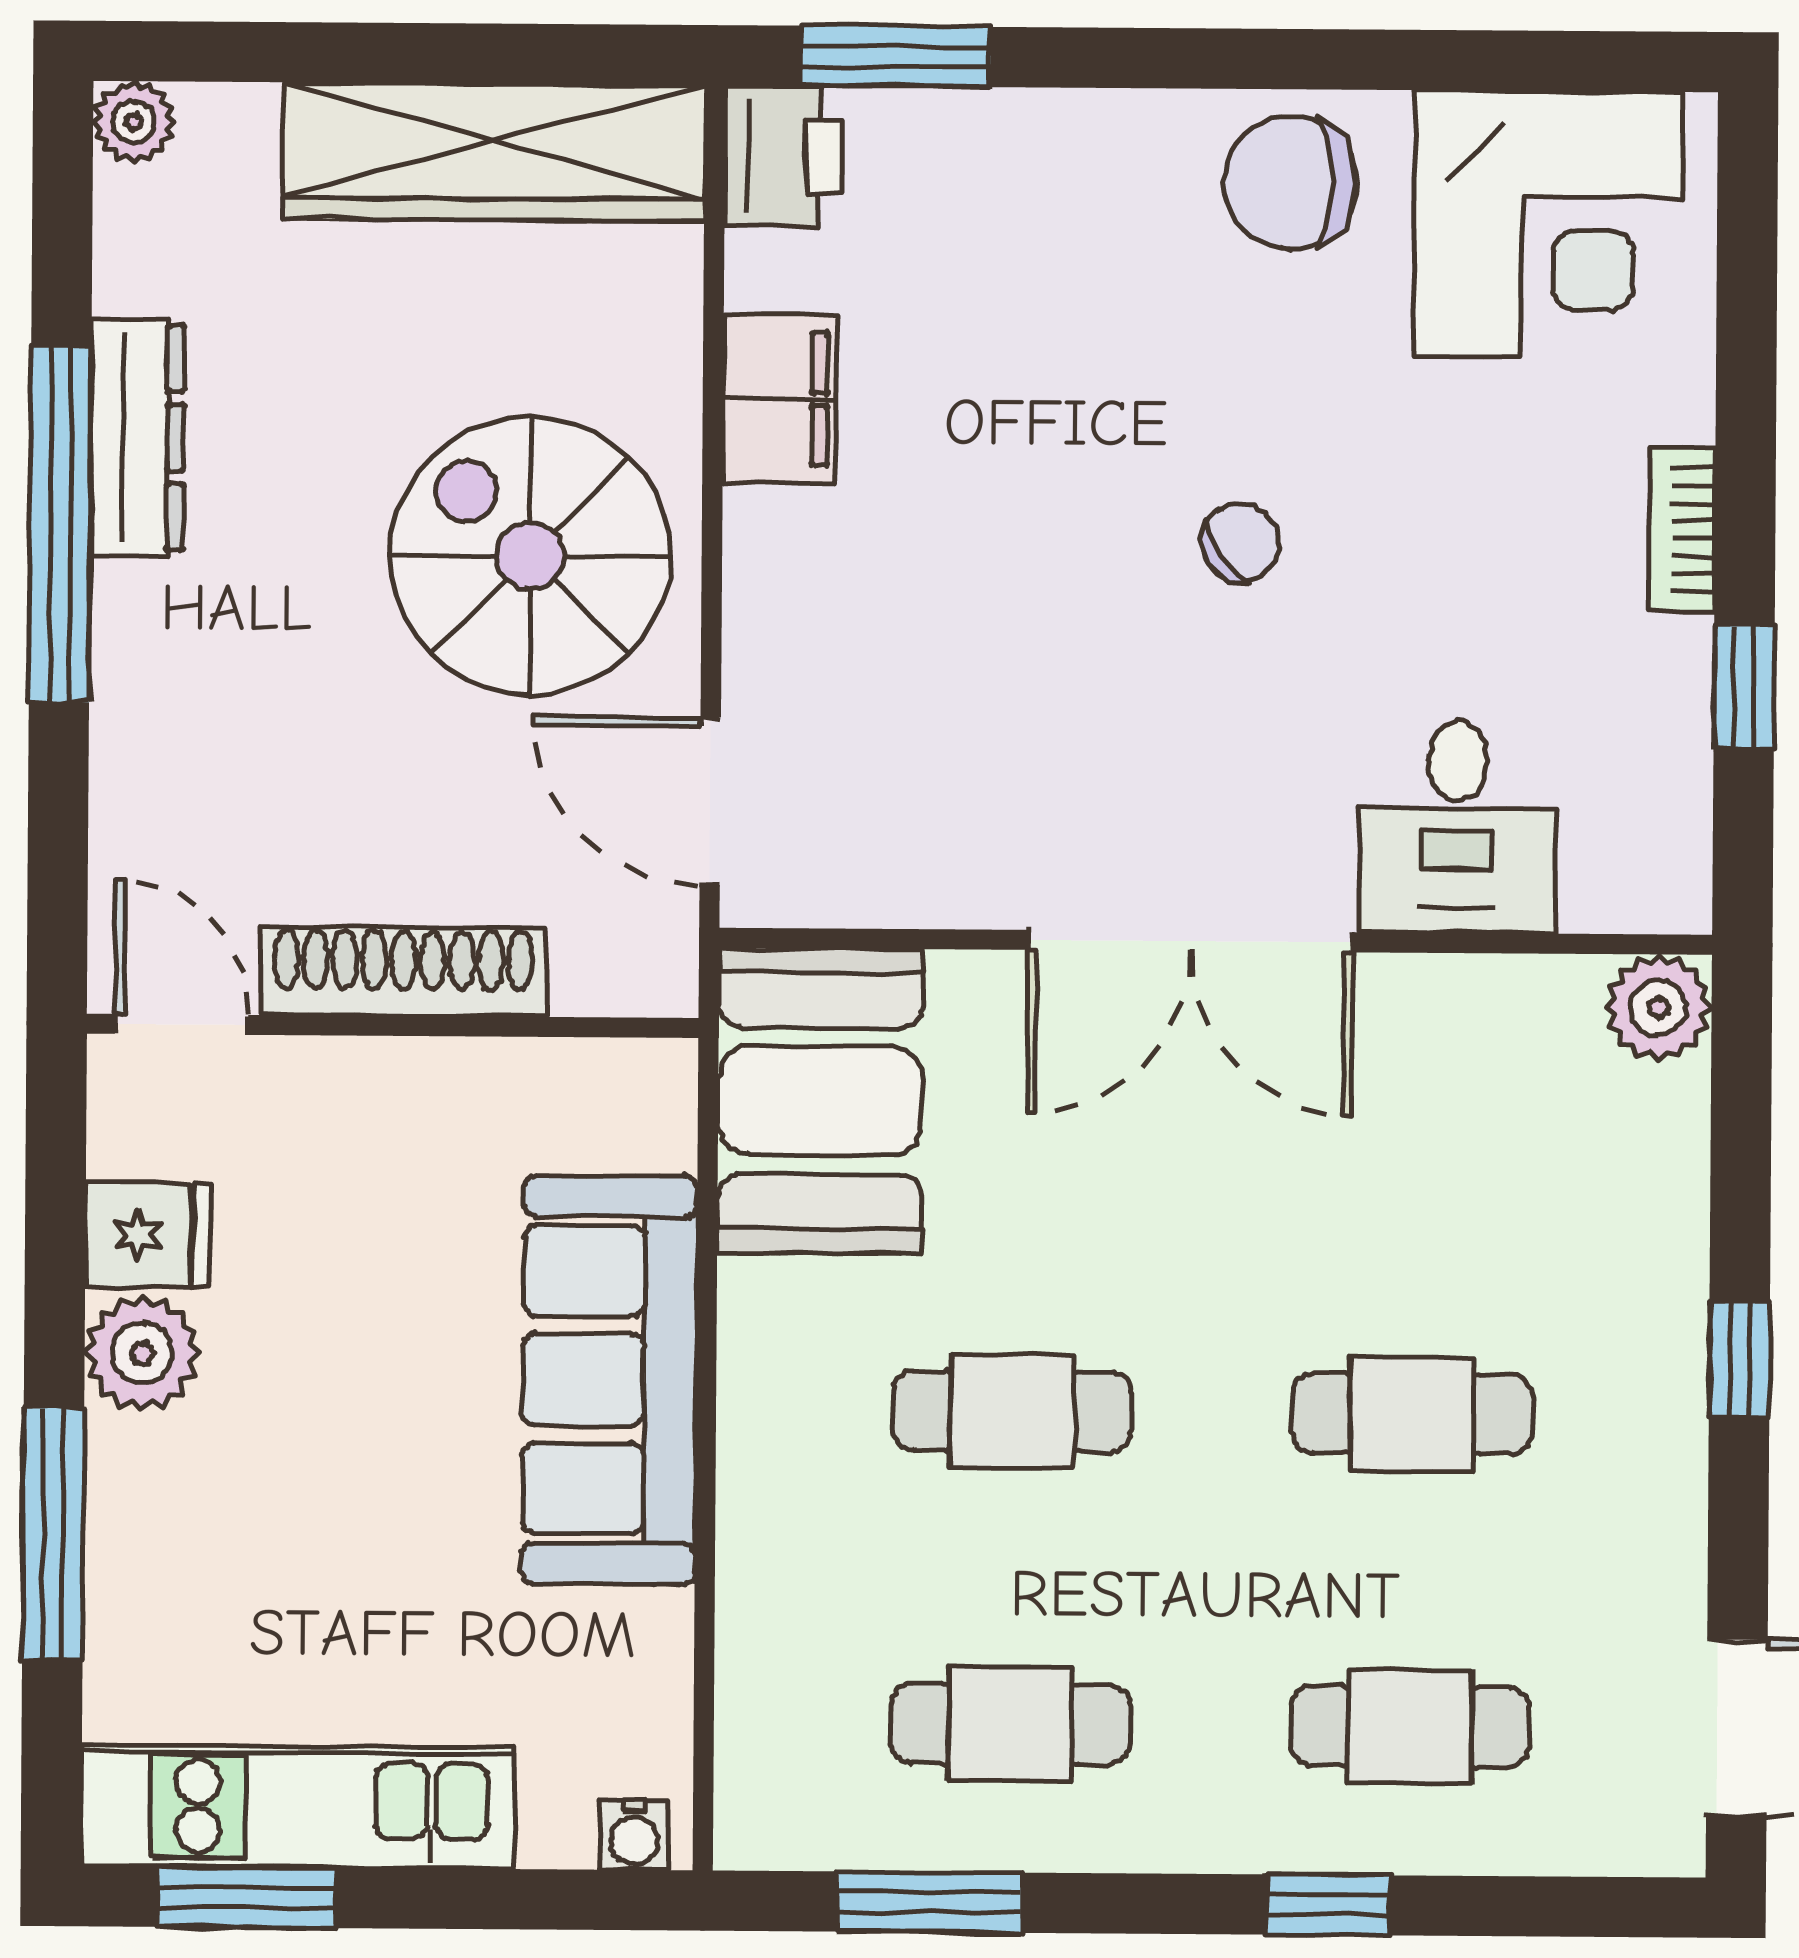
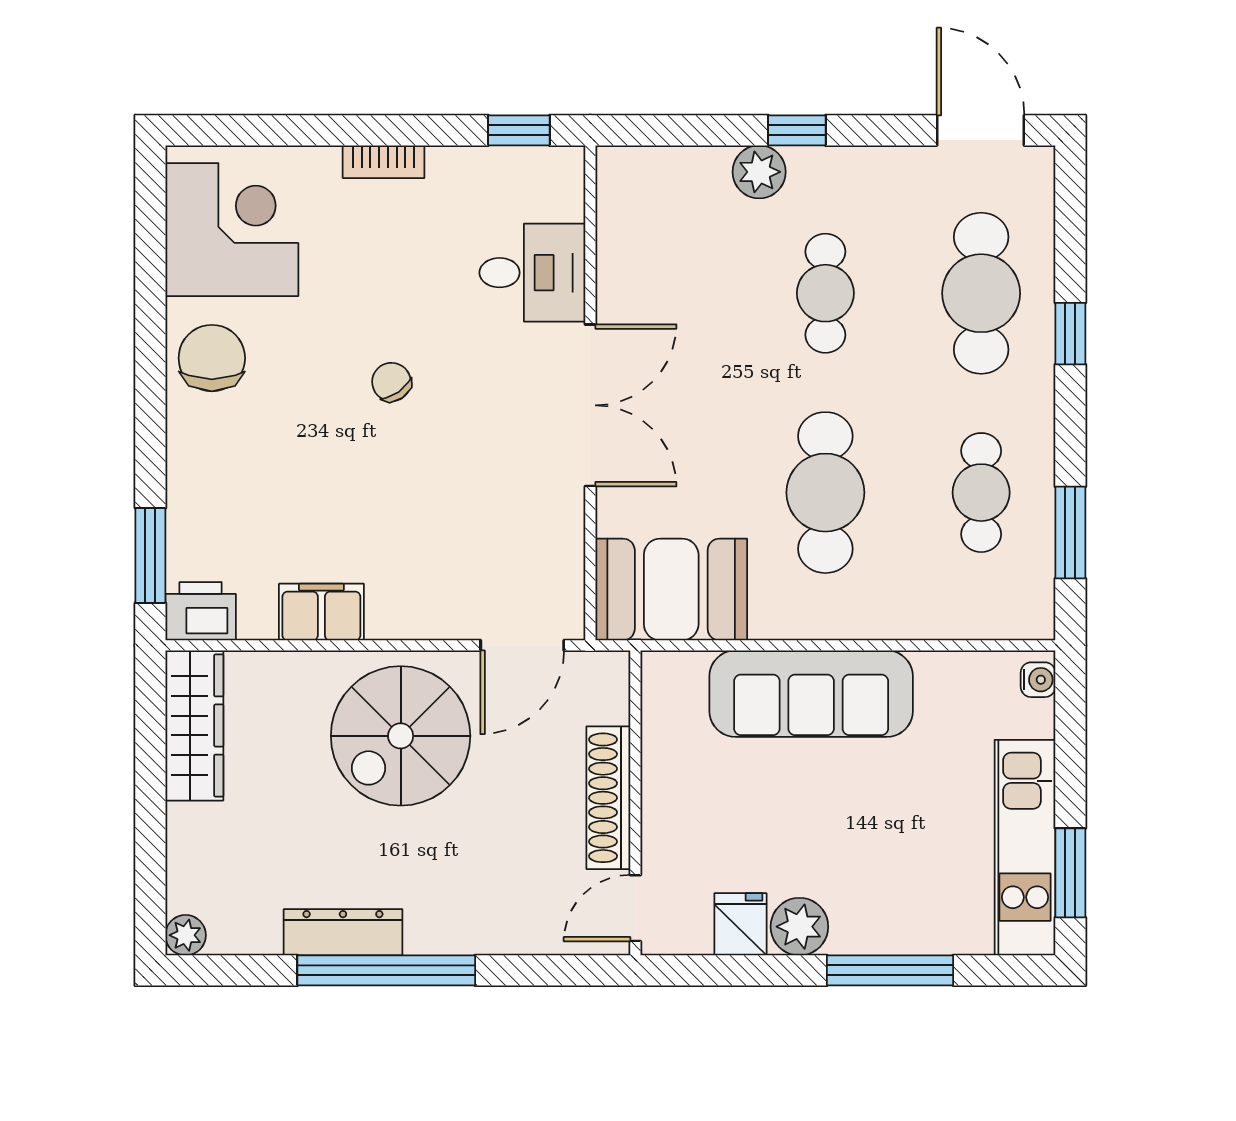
wardrobe: (494, 152) -> (194, 725), width x0.71, depth x0.85
chair: (1291, 183) -> (212, 358), turned 180
window: (1744, 687) -> (519, 130), moved
plant: (1658, 1008) -> (759, 172), moved
cafe table: (1013, 1411) -> (825, 493), width x1.37, depth x1.35
cafe table: (1410, 1726) -> (981, 293), width x1.37, depth x1.35

